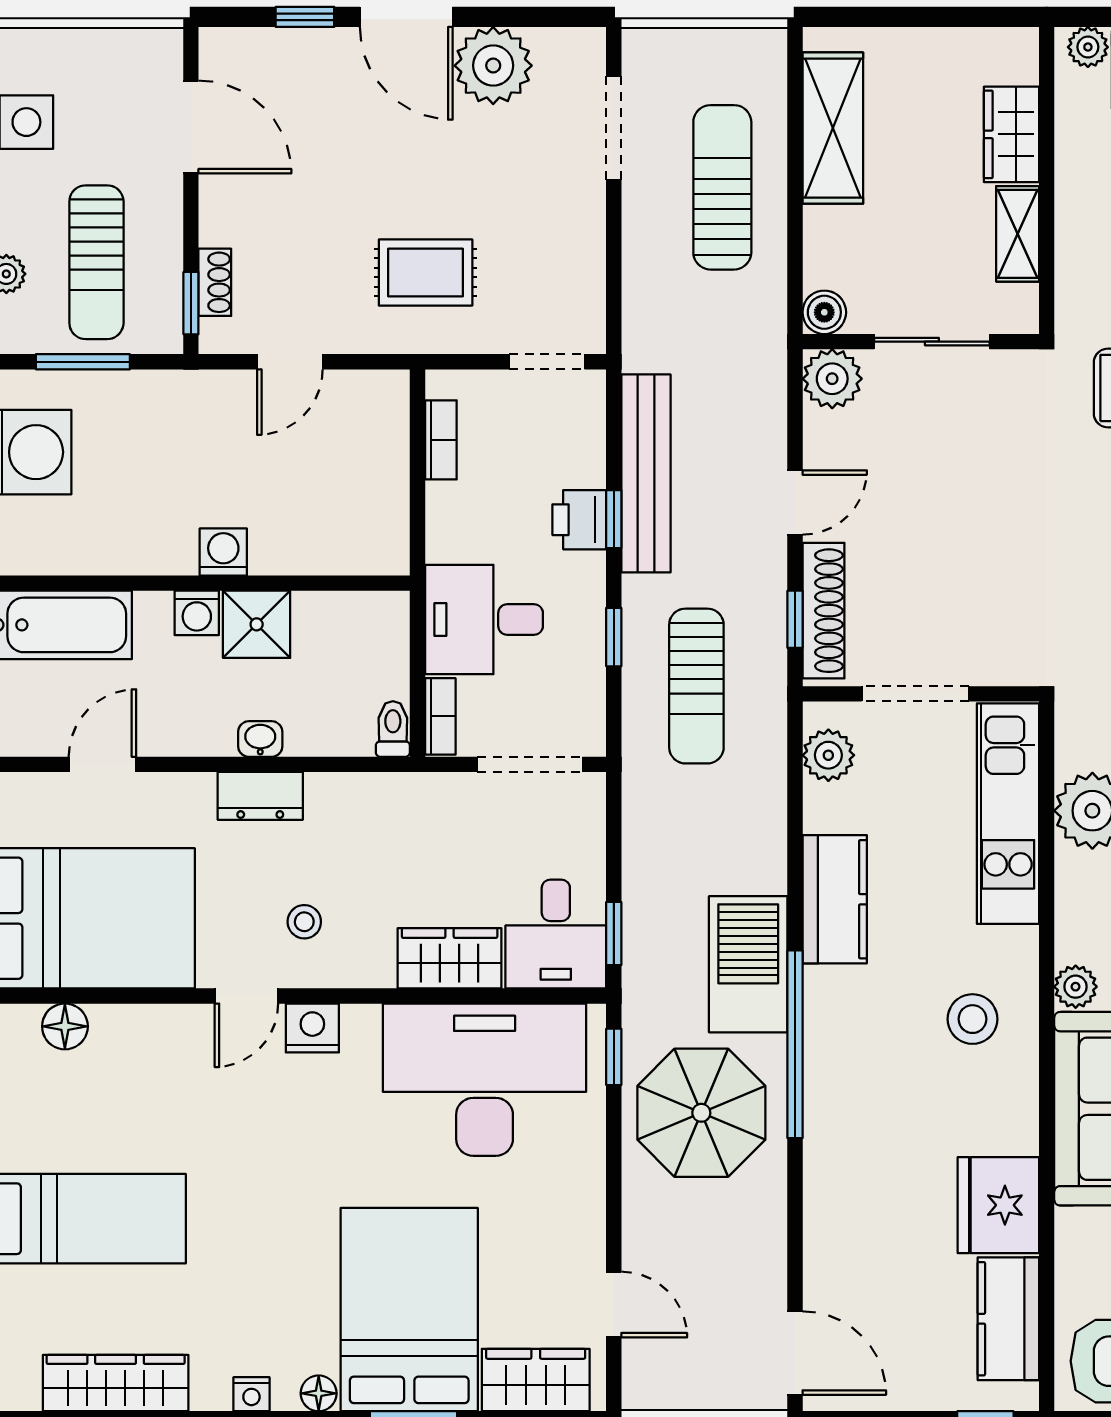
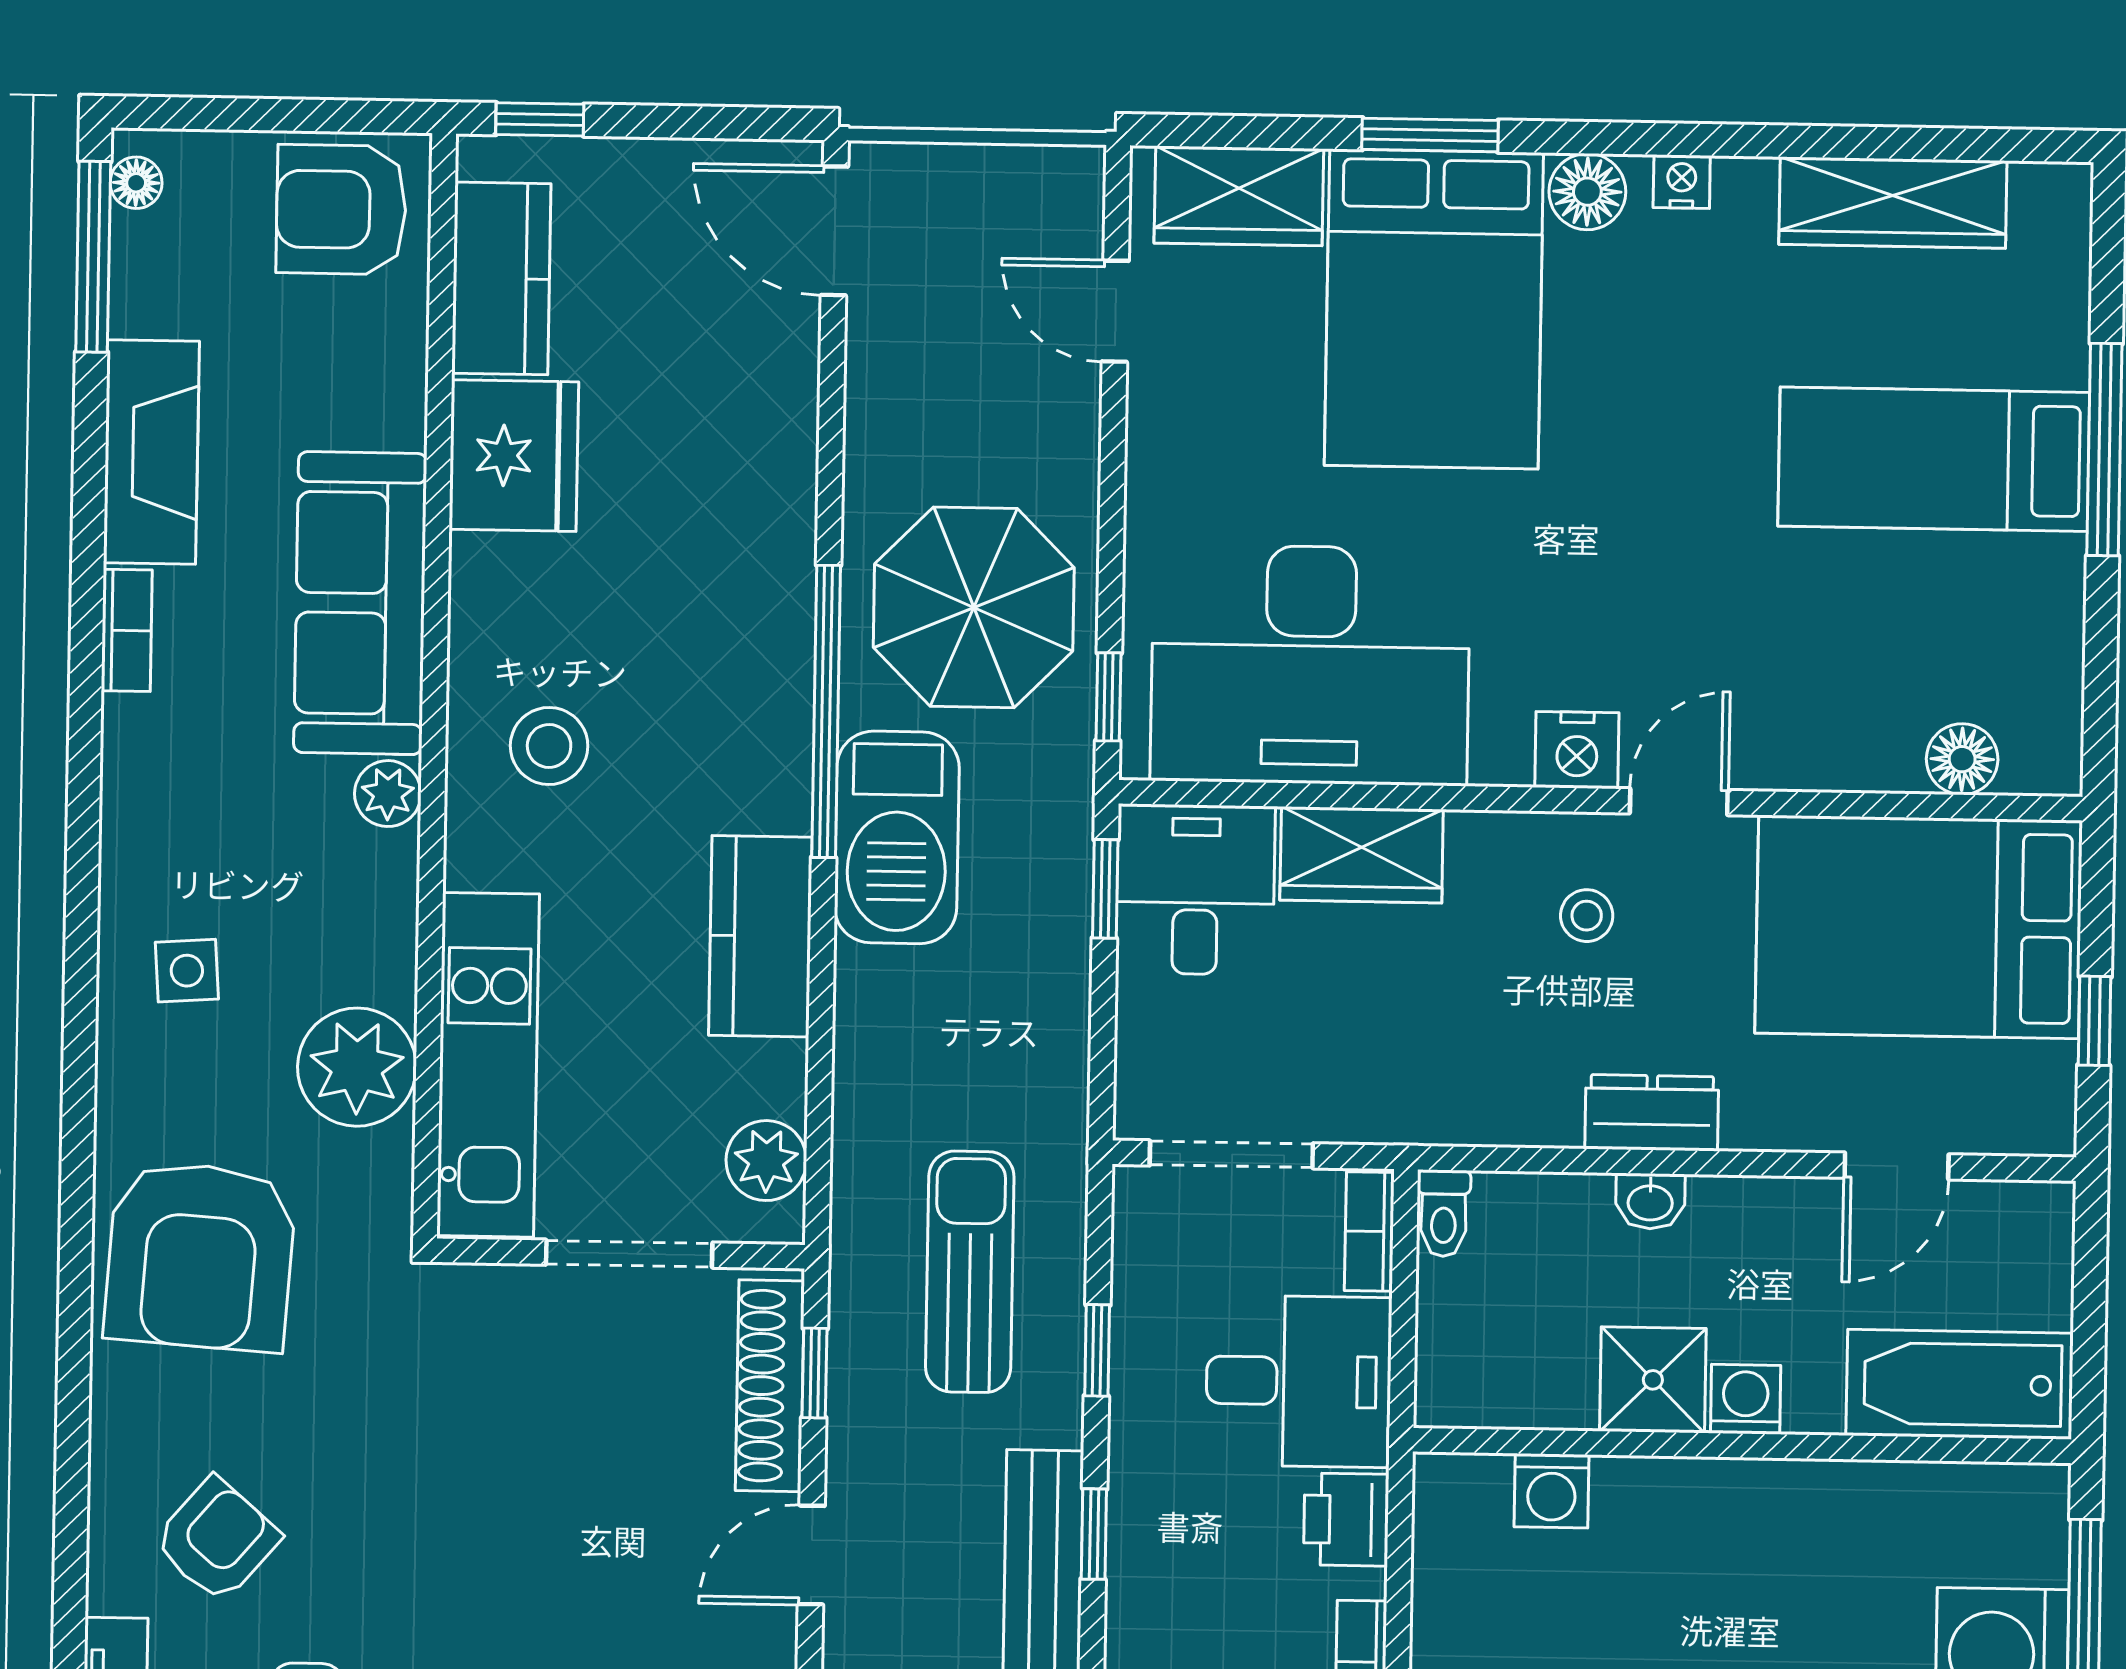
printer: (579, 520) -> (1346, 1520), moved, turned 180
washing machine: (223, 552) -> (1552, 1491), moved
floor lamp: (319, 1393) -> (1587, 192), width x1.37, depth x1.37

